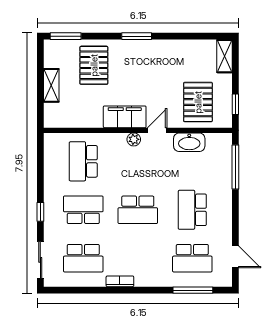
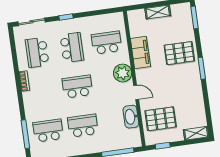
pallet: (94, 65) -> (179, 53), moved
filing cabinet: (125, 117) -> (140, 53), moved
plant: (134, 139) -> (123, 73), width x1.87, depth x1.87
school desk: (138, 210) -> (77, 87), turned 90
school desk: (192, 258) -> (48, 131), turned 90

